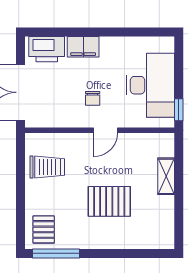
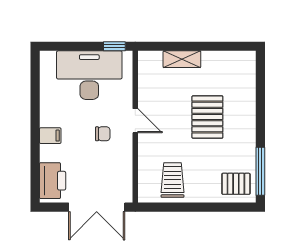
filing cabinet: (83, 47) -> (50, 136), width x0.50

